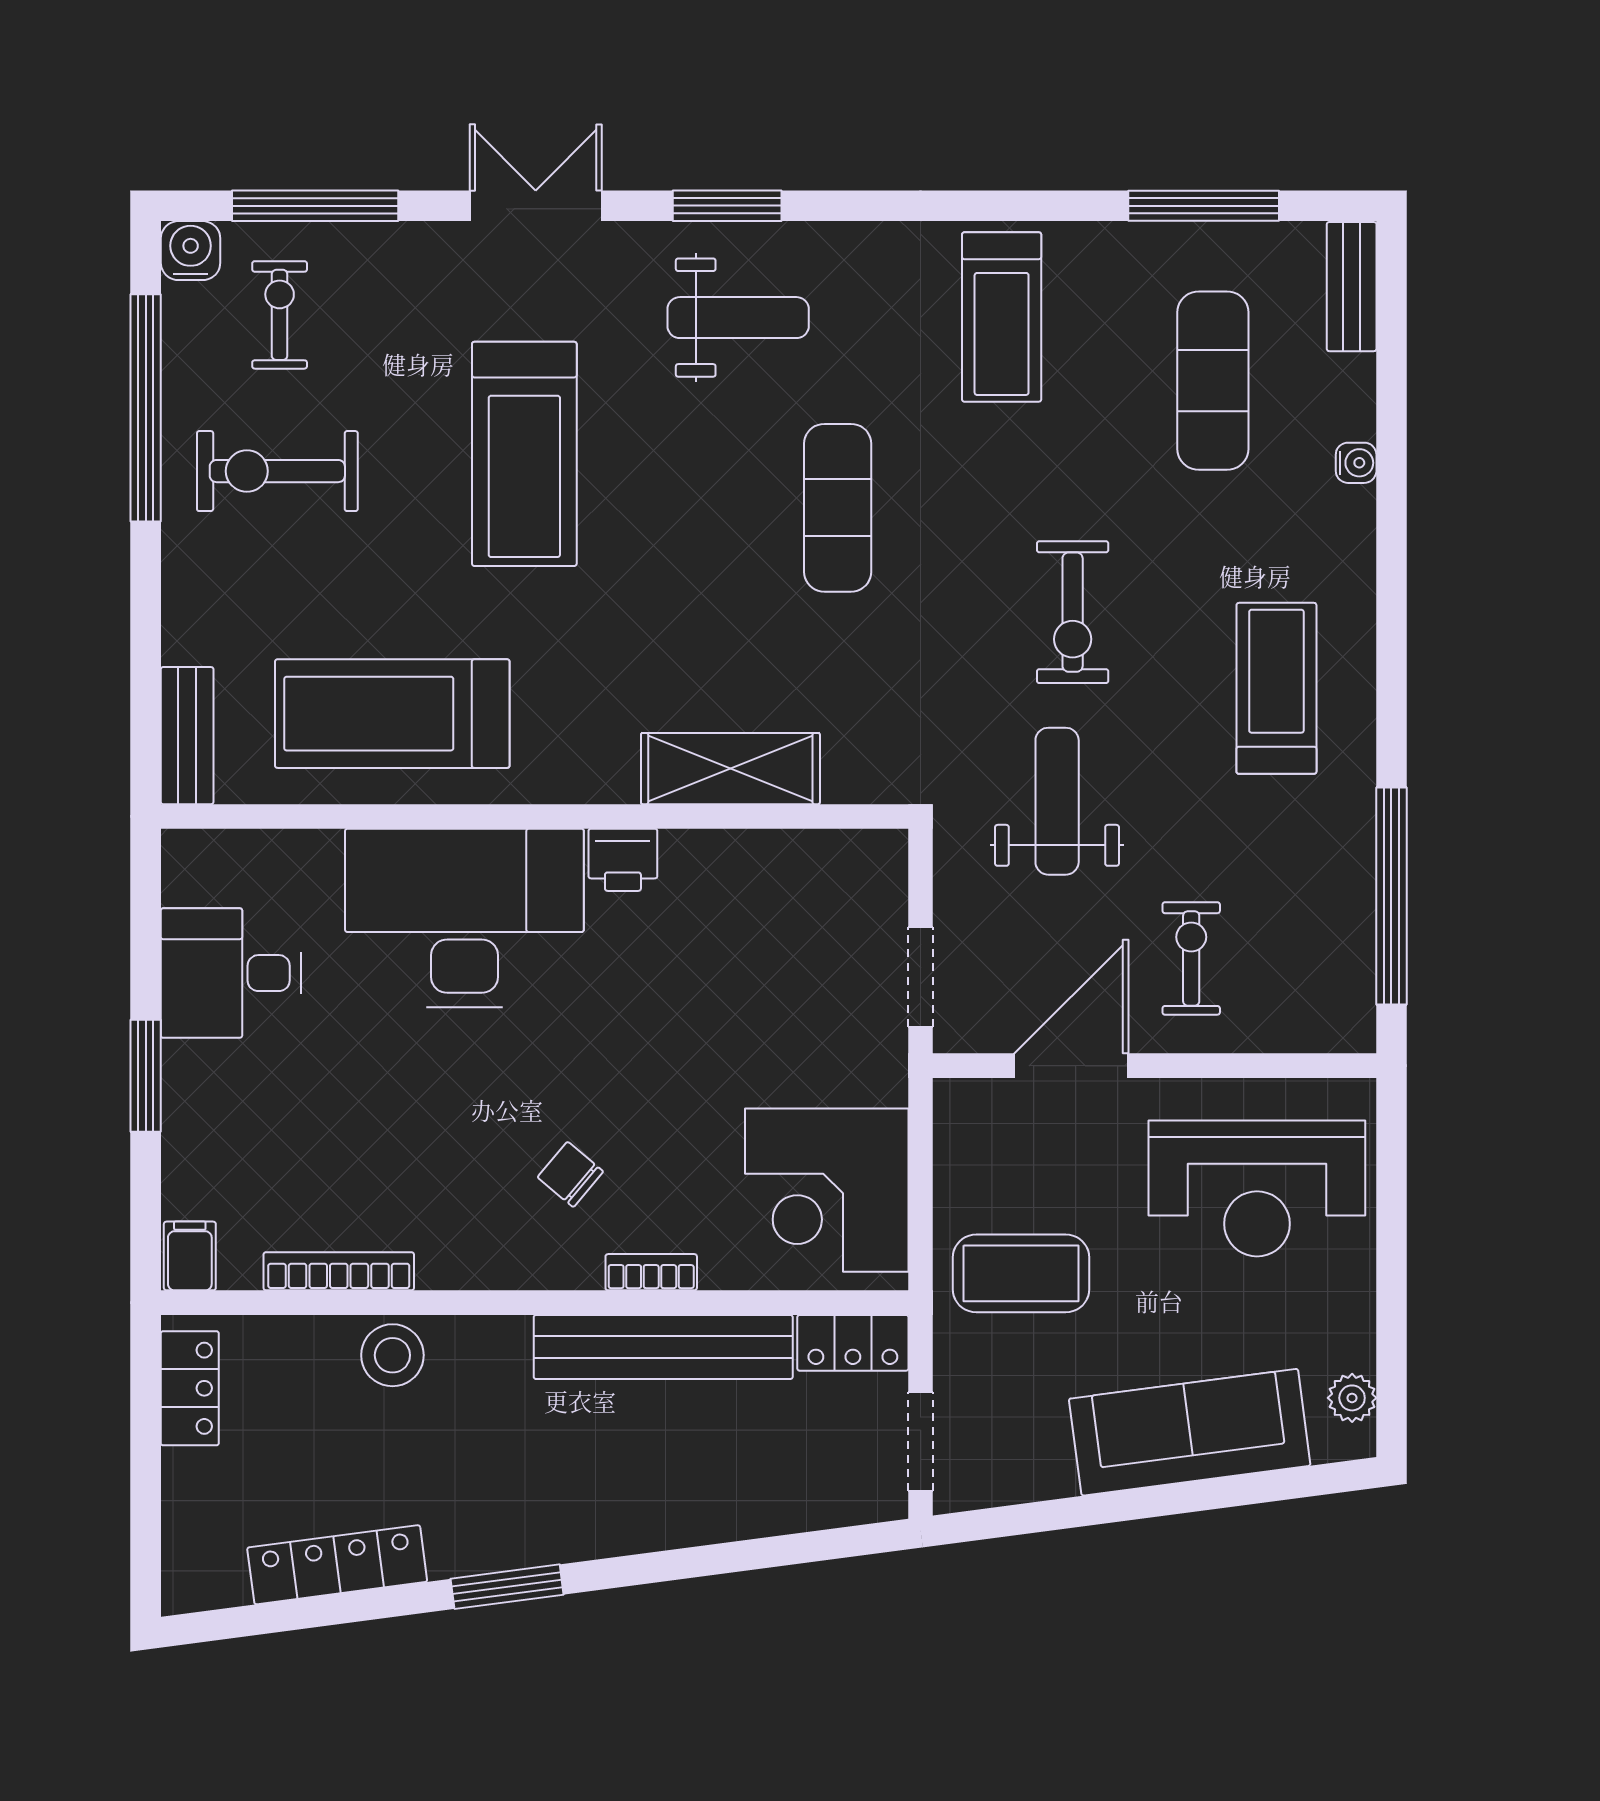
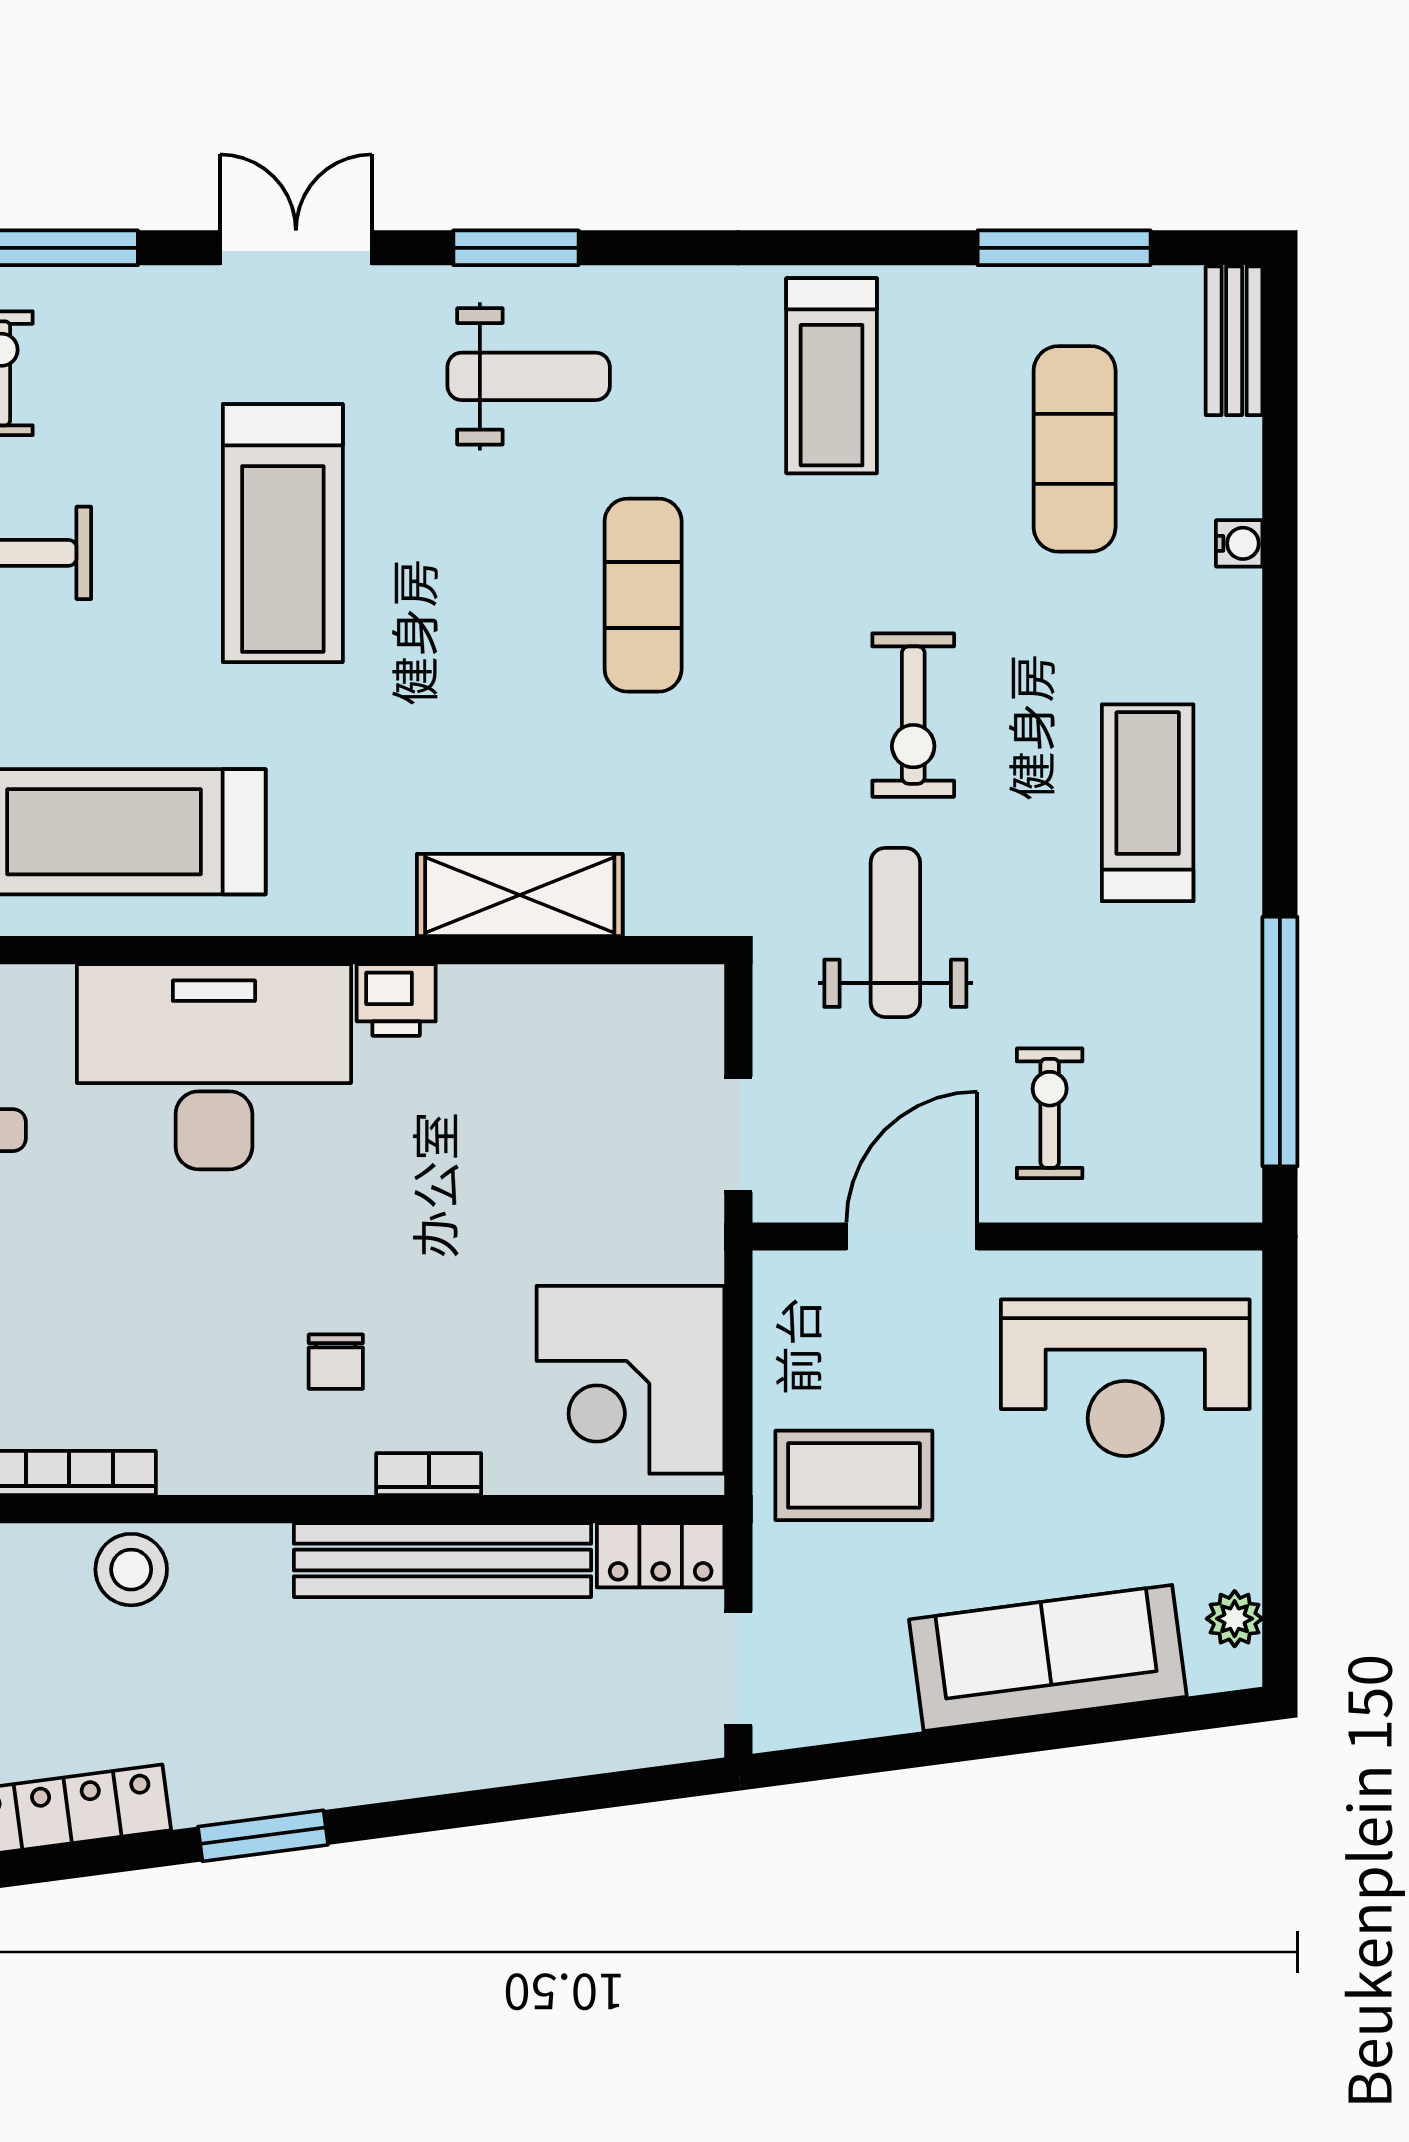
chair: (570, 1174) -> (336, 1362), turned -130

